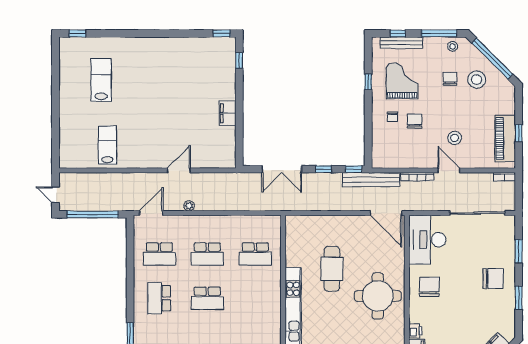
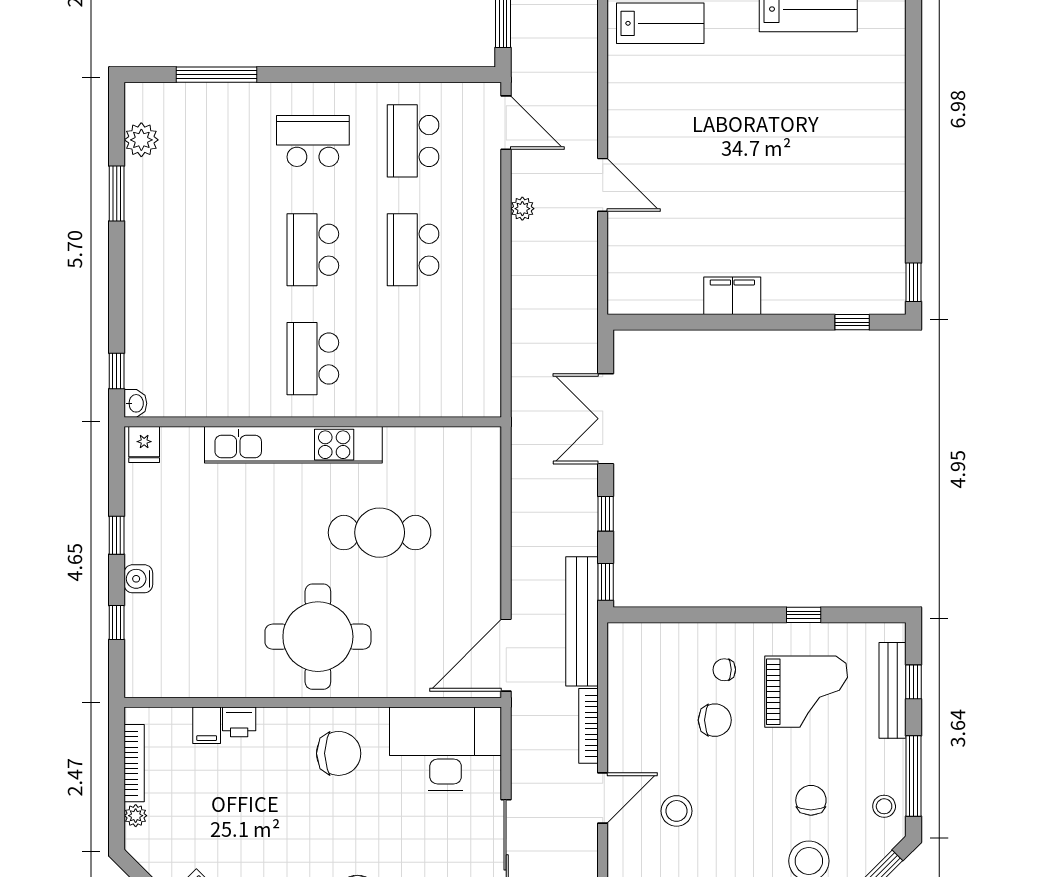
chair: (450, 79) -> (811, 800), turned -90
school desk: (255, 254) -> (313, 359), moved

